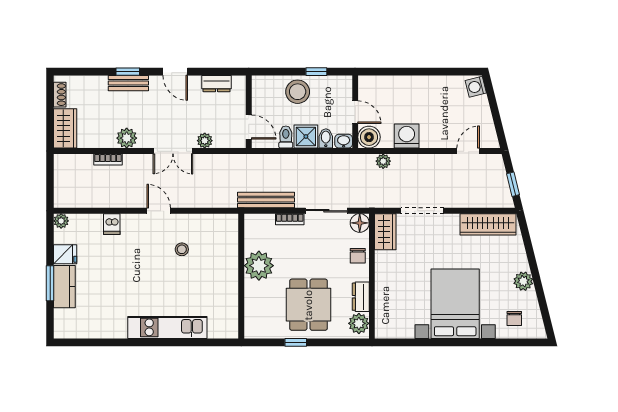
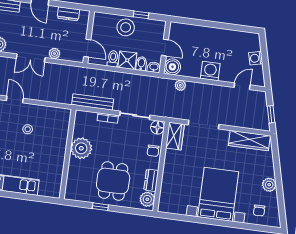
washing machine: (476, 87) -> (256, 58), moved
washing machine: (407, 136) -> (210, 71), moved

